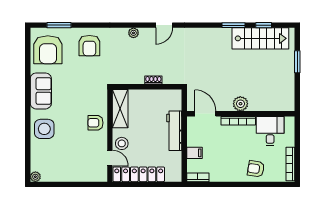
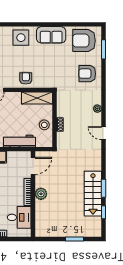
stairs: (260, 38) -> (93, 194), moved
stool: (122, 143) -> (44, 125), moved

